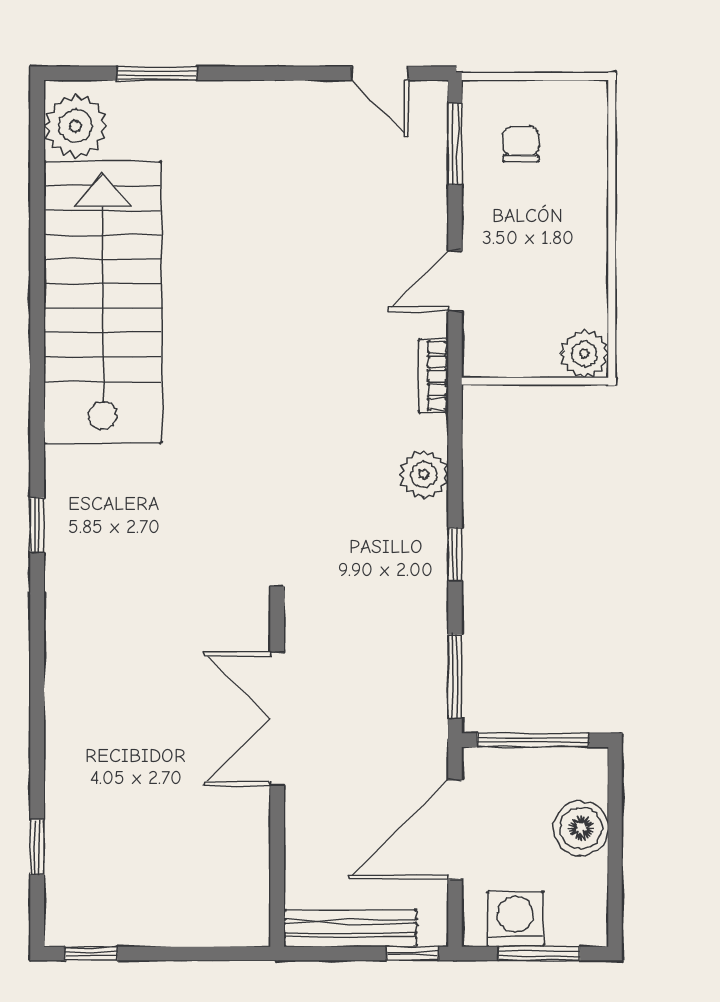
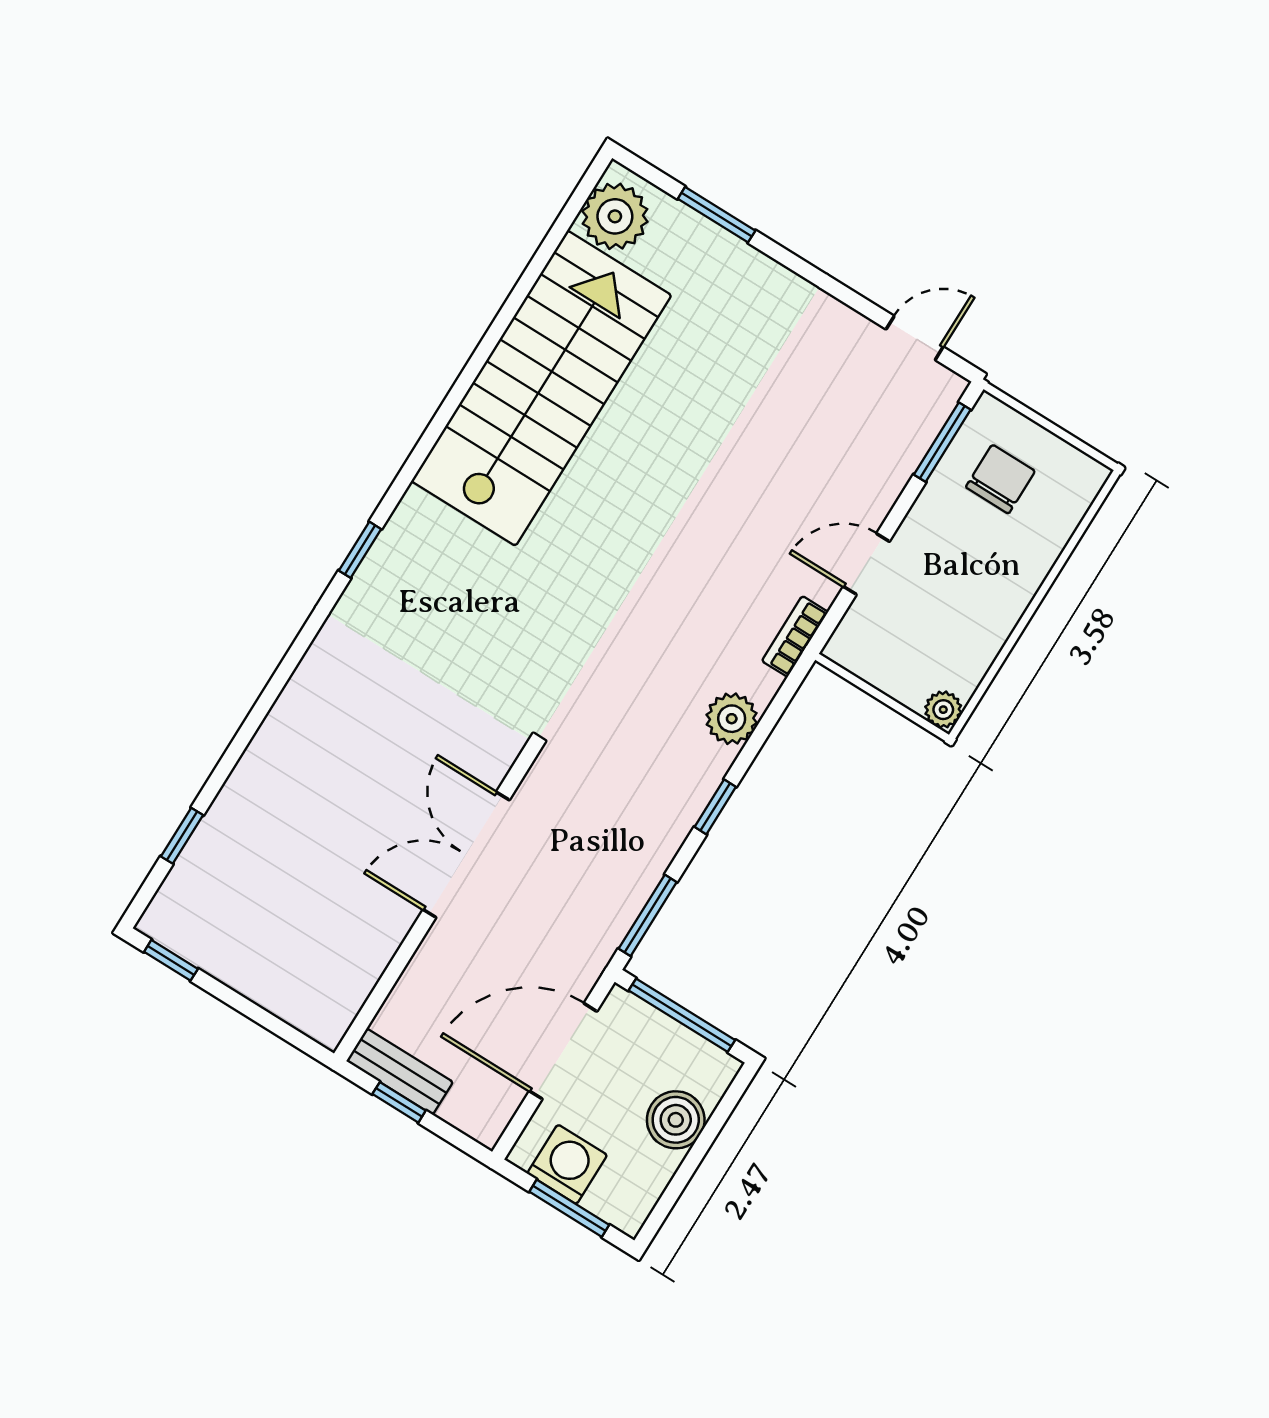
door: (380, 73) -> (915, 338), swing flipped
chair: (521, 144) -> (1000, 479), width x1.37, depth x1.37
plant: (584, 354) -> (943, 710), width x0.73, depth x0.73
bench: (350, 928) -> (400, 1071), width x0.73
window: (413, 954) -> (399, 1102), moved

